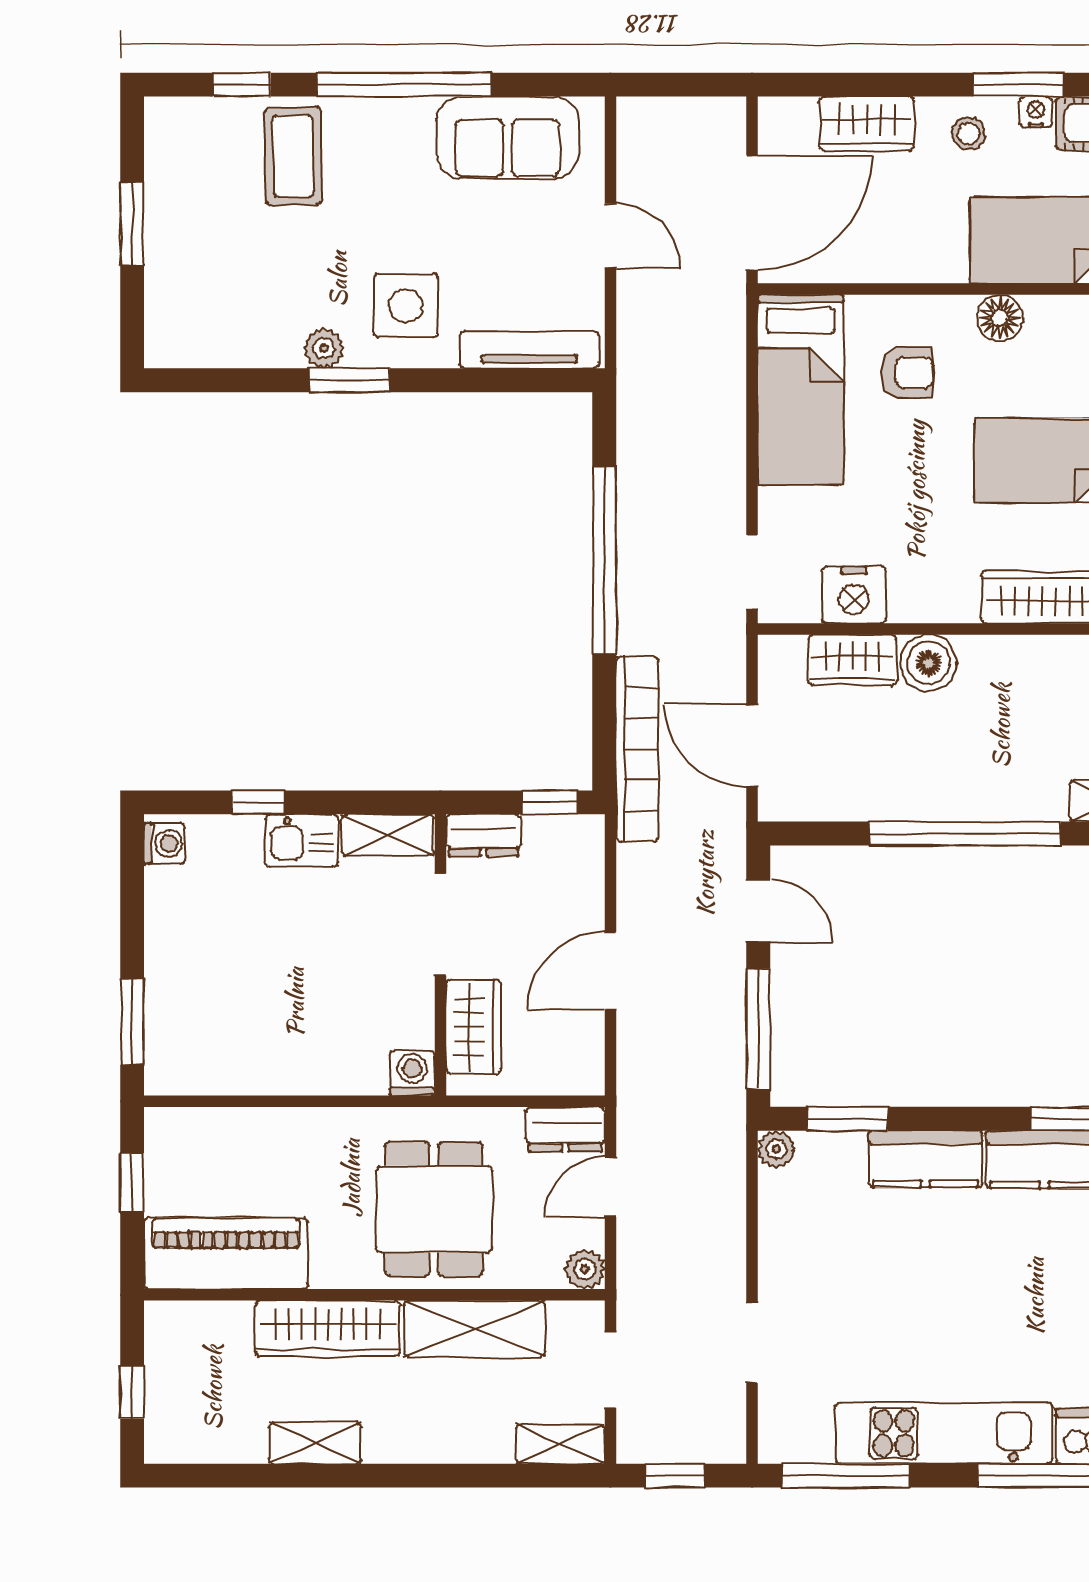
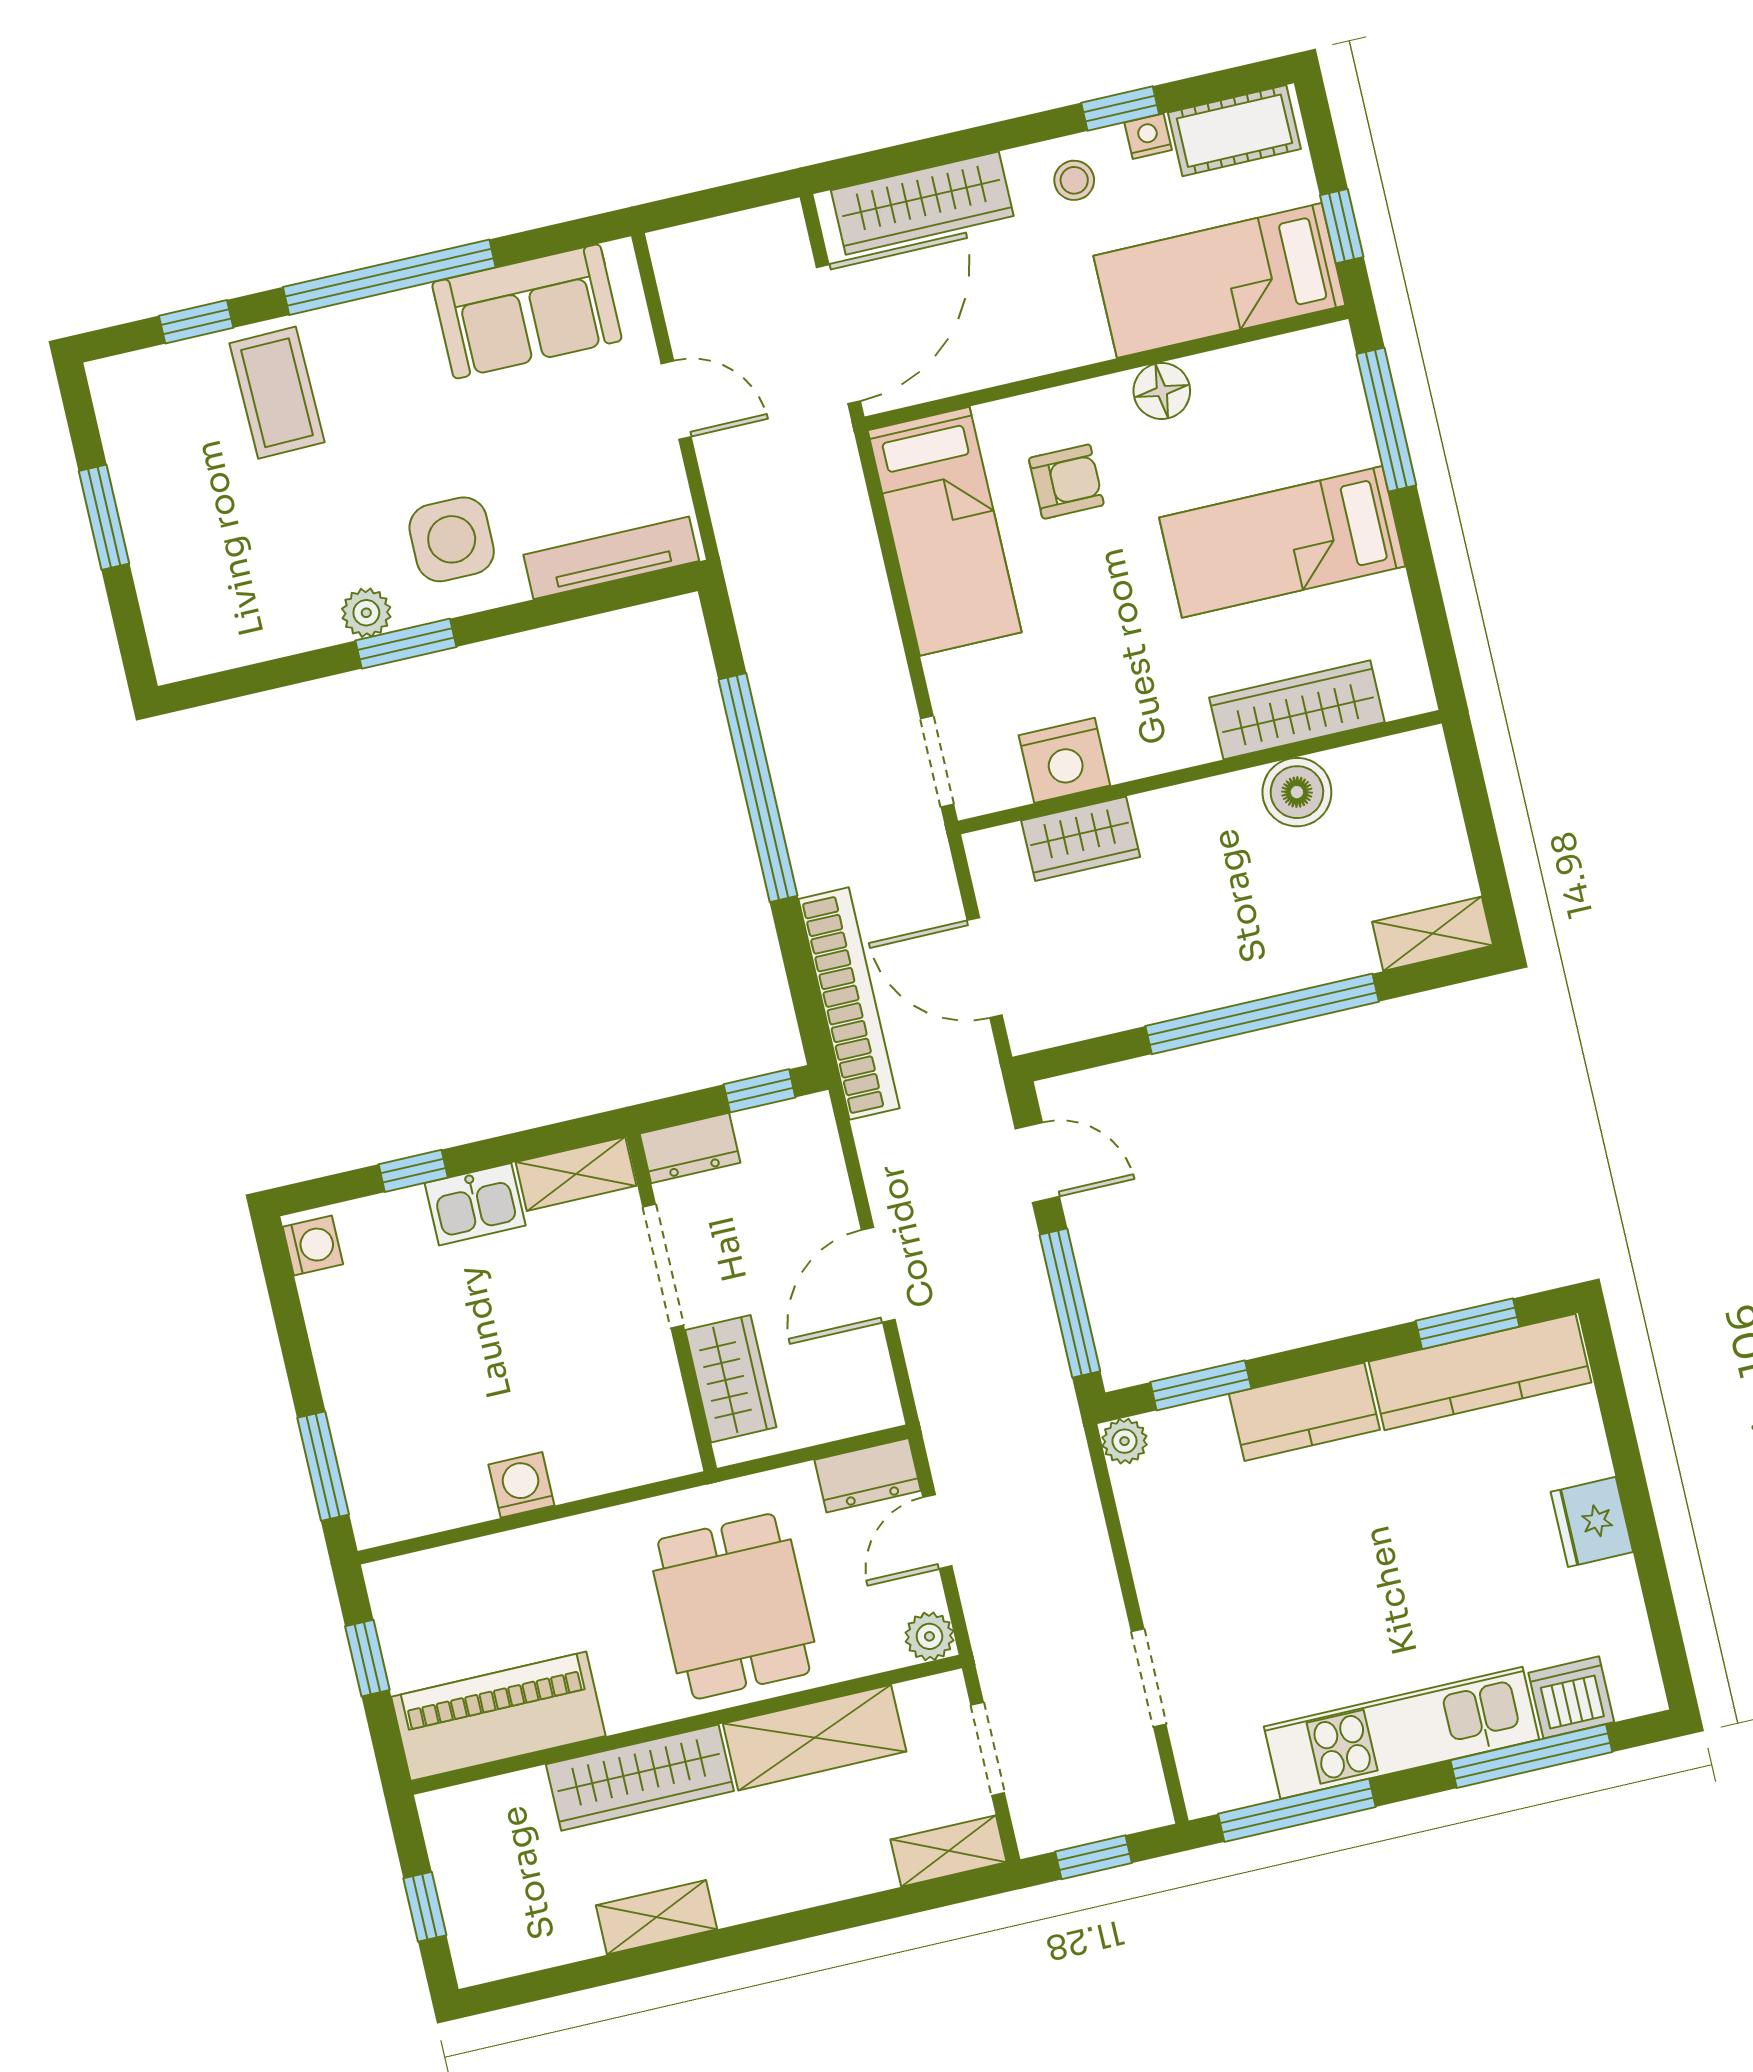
window: (1019, 85) -> (1120, 108), width x0.67
wardrobe: (867, 124) -> (922, 203), width x1.50
boiler: (928, 663) -> (1297, 792), moved
washing machine: (412, 1073) -> (521, 1485), moved

